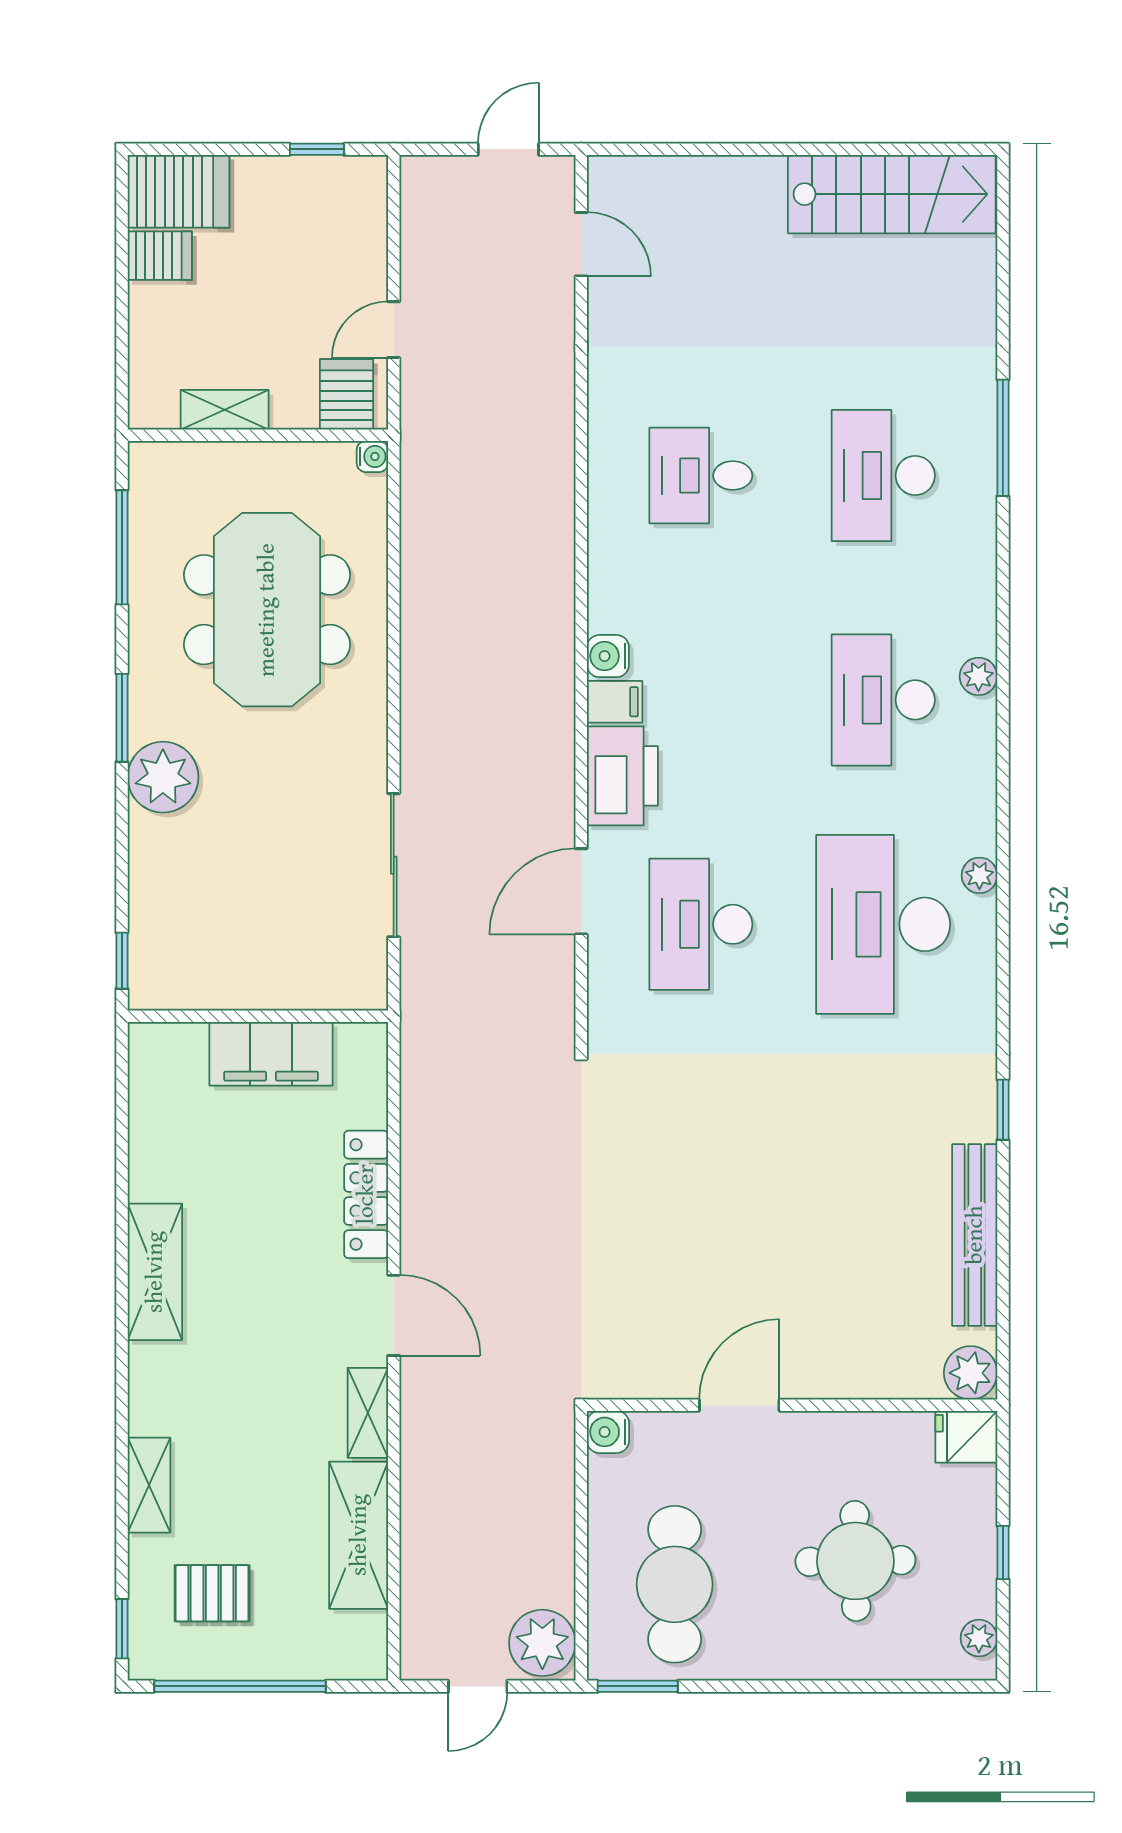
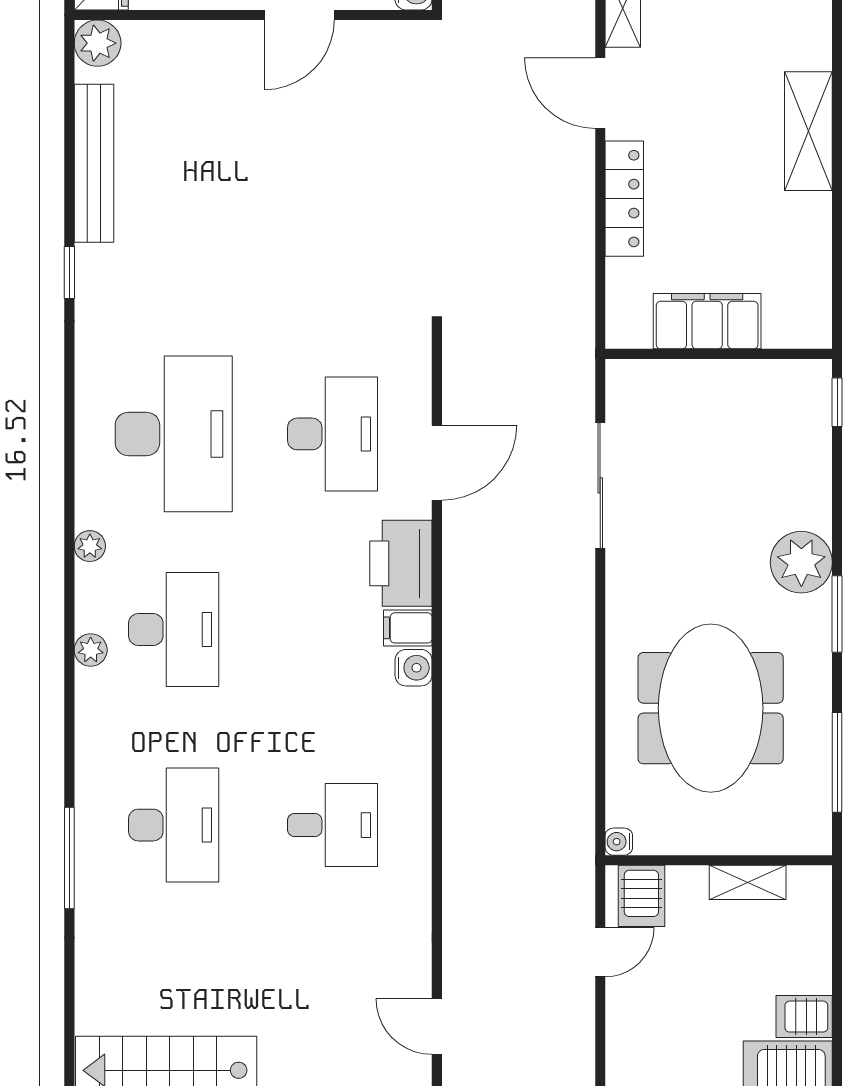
plant: (979, 875) -> (90, 546), moved

